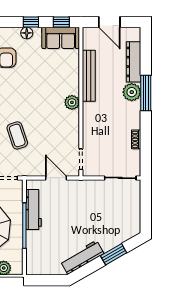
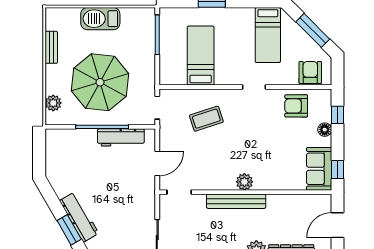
window: (31, 22) -> (337, 115), moved
bench: (89, 76) -> (236, 201), moved
workbench: (82, 257) -> (79, 217), moved

